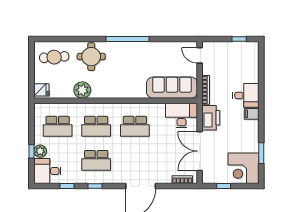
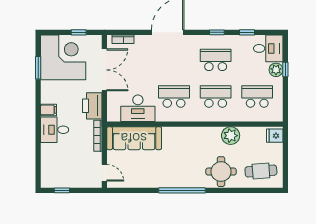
desk: (181, 115) -> (138, 108), moved
corner desk: (243, 168) -> (63, 57), width x1.36, depth x1.36

